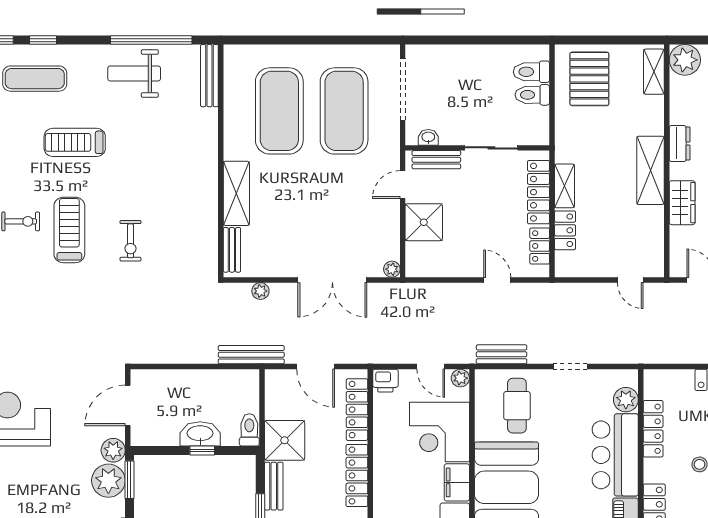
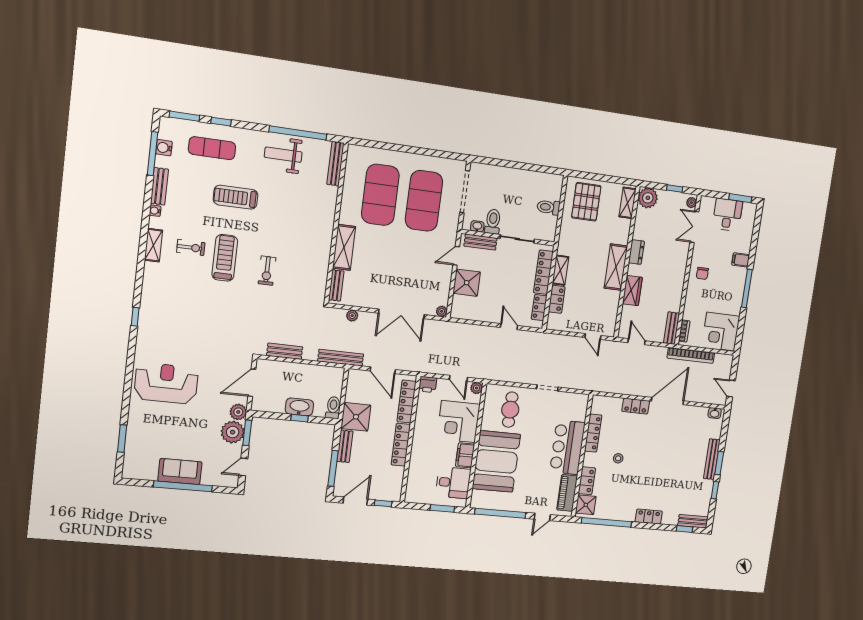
toilet: (531, 72) -> (493, 222), moved, turned 90
bench: (502, 354) -> (285, 351), moved
plant: (626, 400) -> (579, 413), removed

